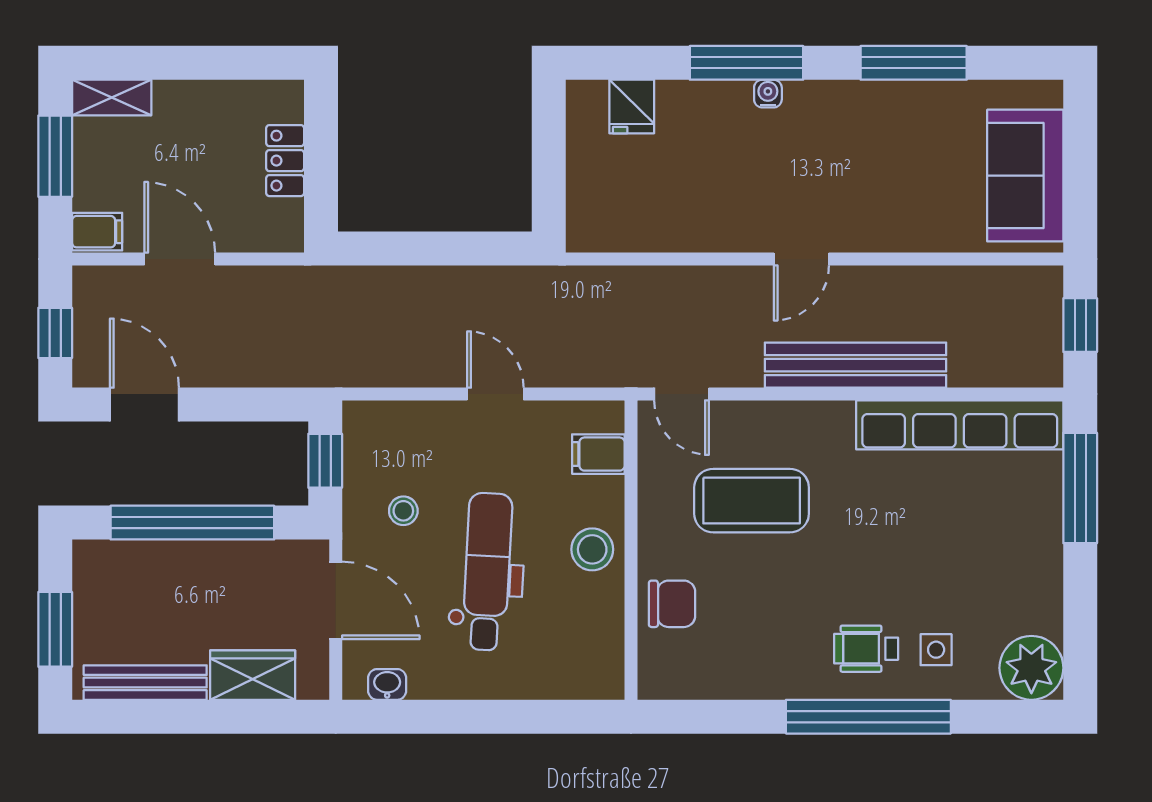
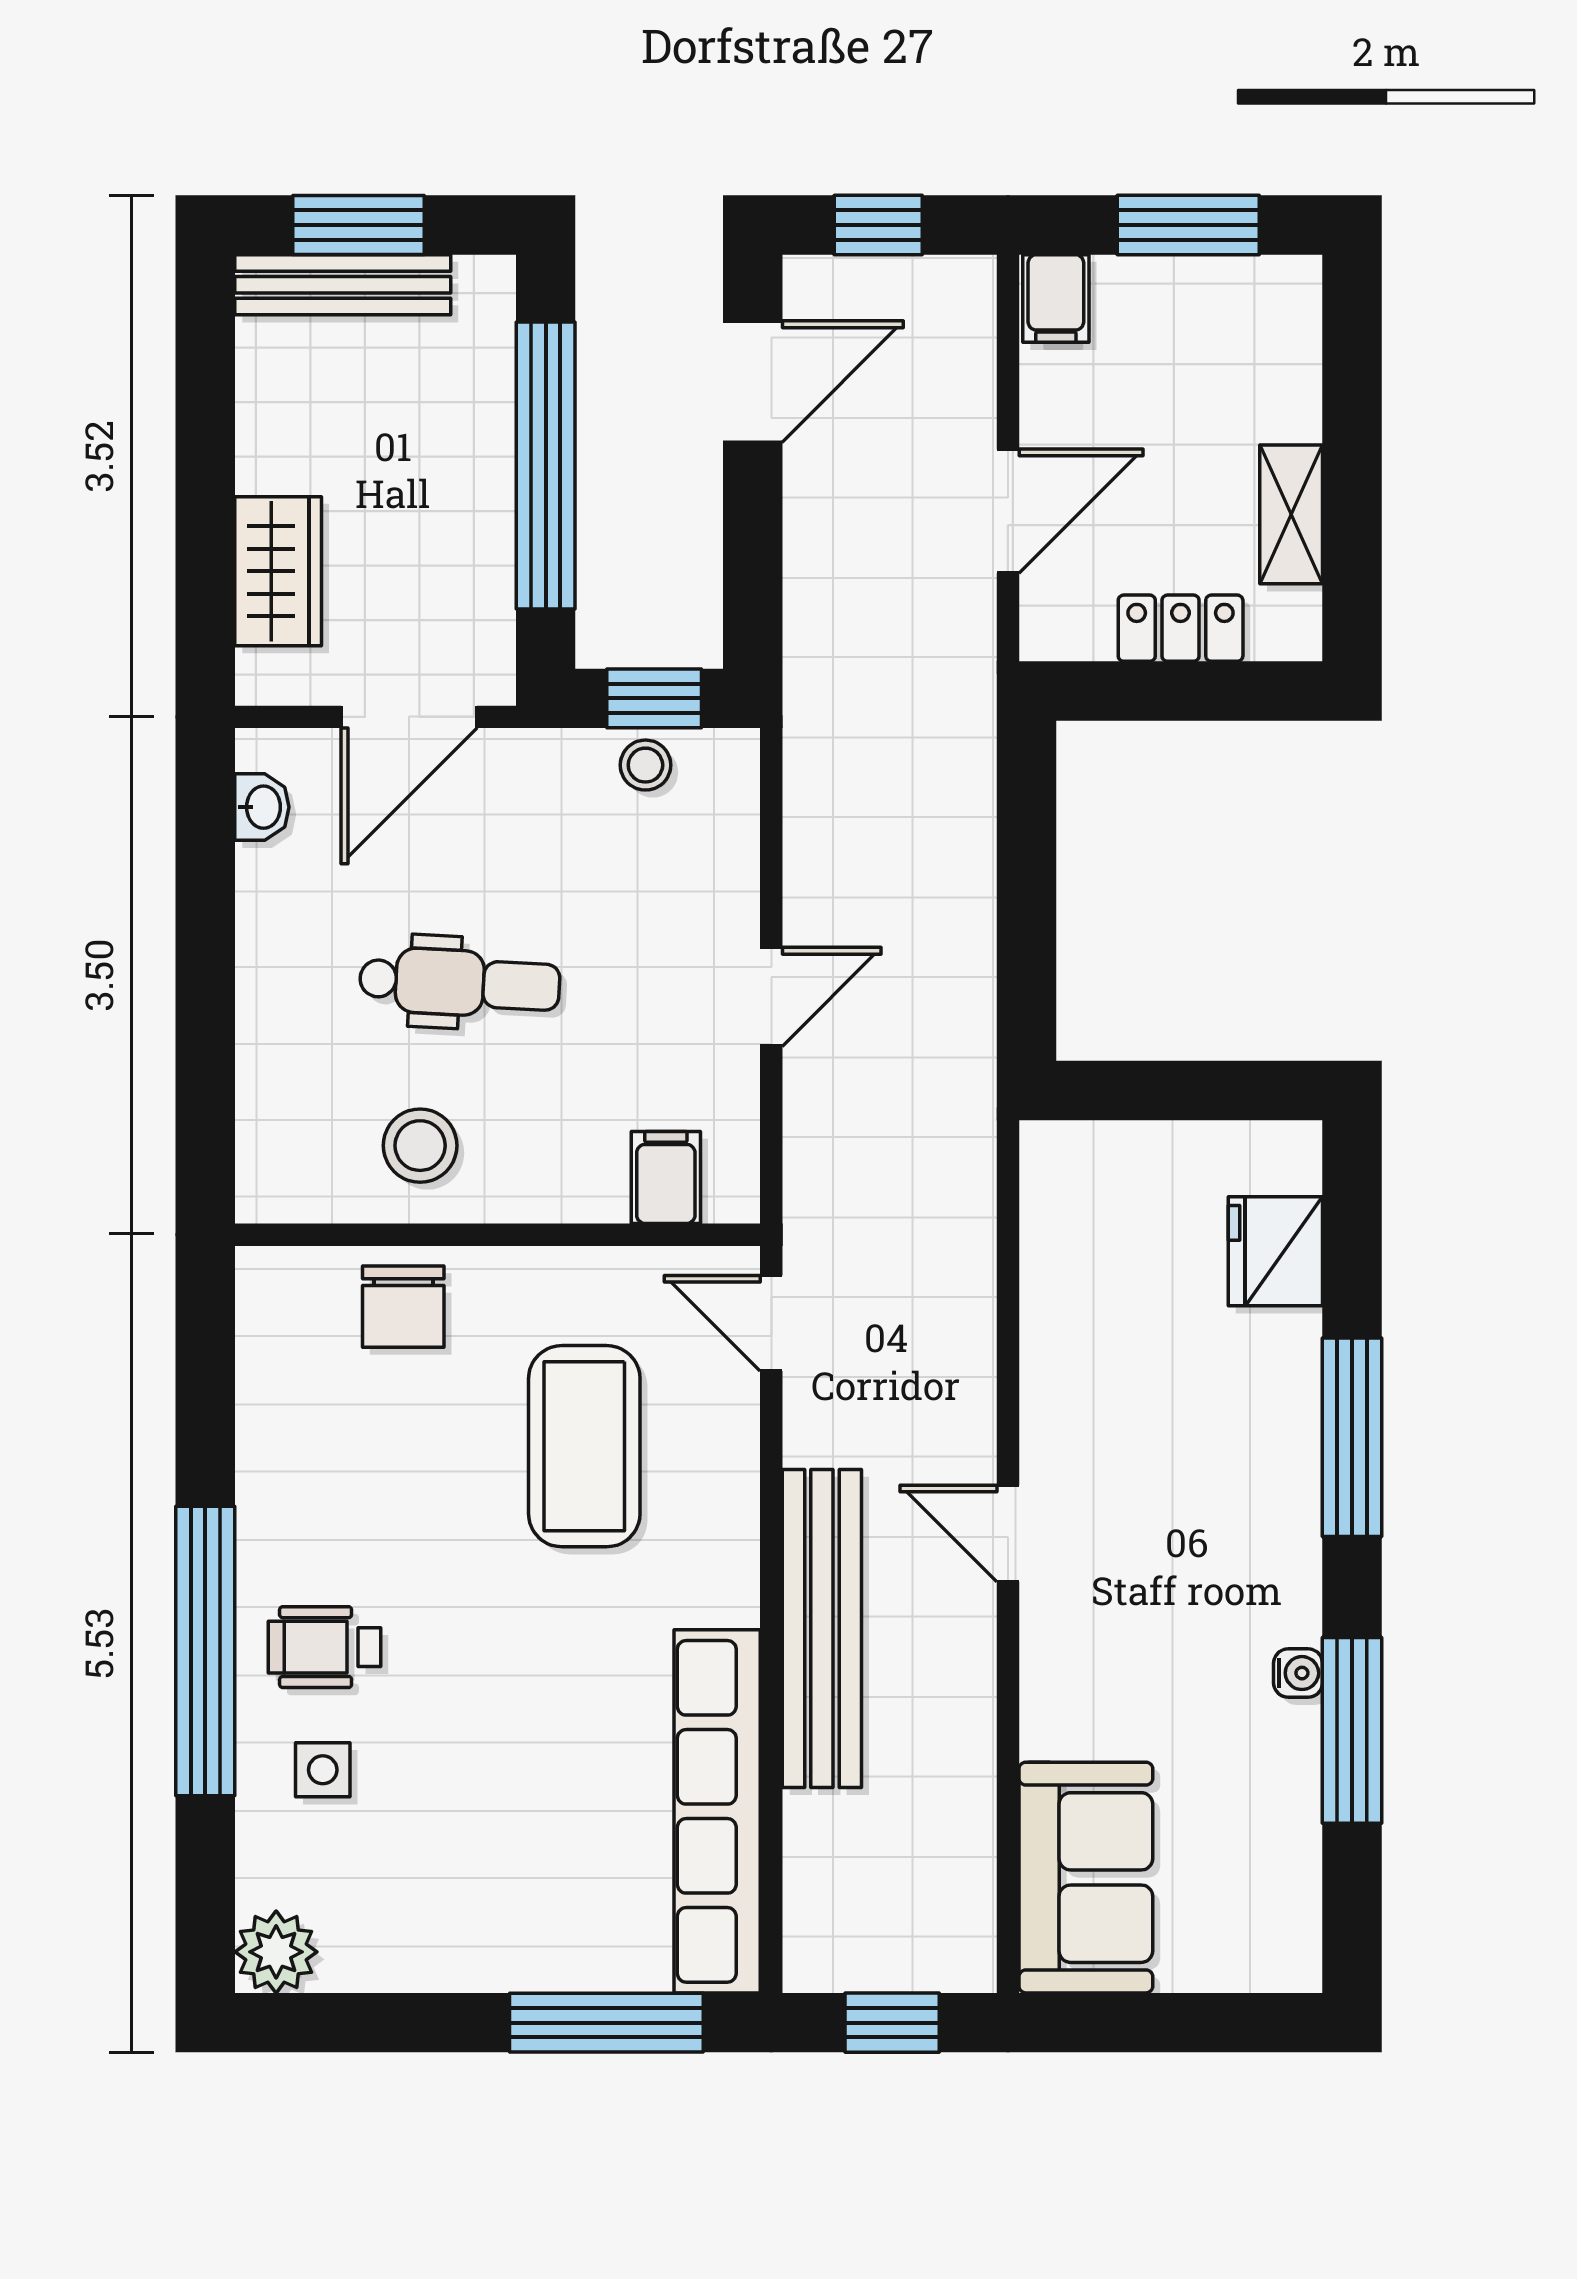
water cooler: (768, 94) -> (1298, 1673), moved
shelving: (112, 98) -> (1291, 514), moved
fridge: (632, 107) -> (1275, 1251), width x1.38
sofa: (1025, 176) -> (1086, 1878), moved, turned 90
door: (180, 259) -> (1008, 511), moved
door: (682, 394) -> (771, 1323), hinge flipped
stool: (403, 511) -> (645, 765), moved
stool: (592, 549) -> (420, 1146), moved
dental chair: (487, 572) -> (460, 983), width x0.73, depth x0.72
wheelchair: (866, 649) -> (325, 1647), turned -90
plant: (1031, 668) -> (276, 1952), width x0.73, depth x0.73
bench: (145, 683) -> (343, 285), moved, turned 90

